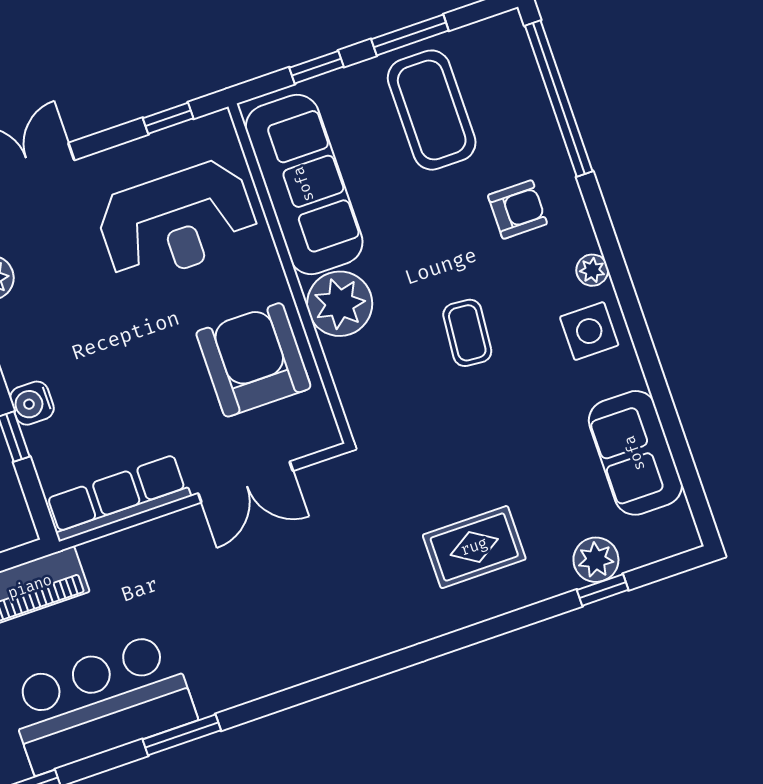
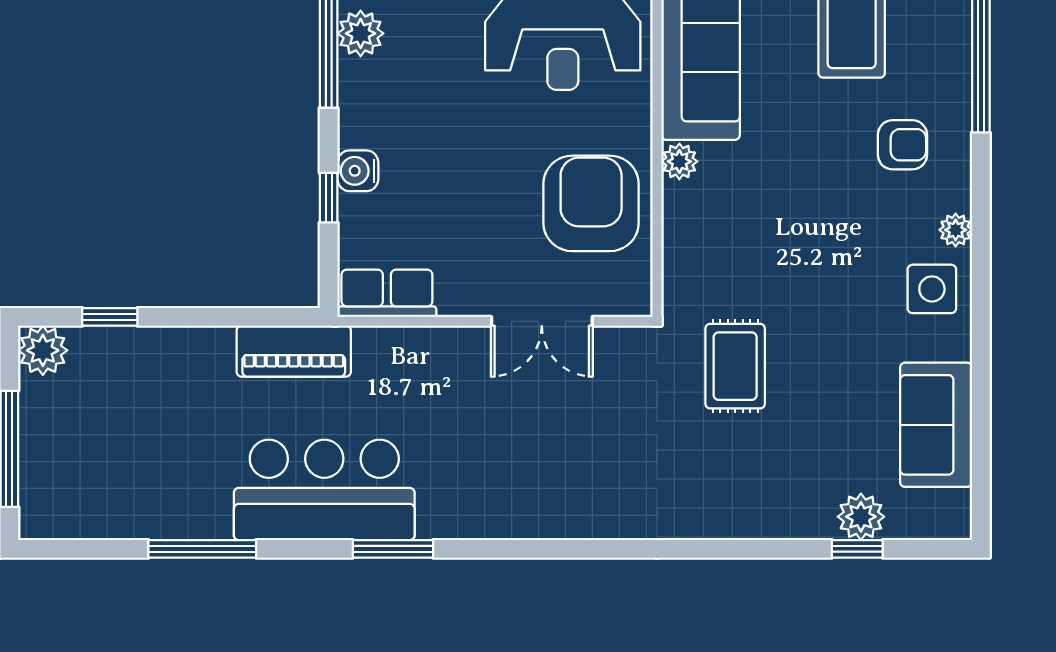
plant: (340, 304) -> (679, 161), width x0.53, depth x0.53
coffee table: (467, 333) -> (811, 249), removed
row of seats: (118, 498) -> (387, 293), width x0.68
rug: (474, 547) -> (735, 366), moved, turned 90

